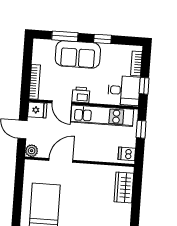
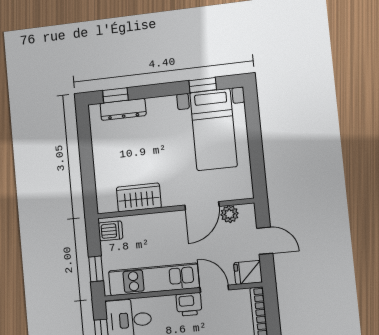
plant: (32, 151) -> (230, 214), moved
wardrobe: (124, 188) -> (139, 197), moved, turned -90

